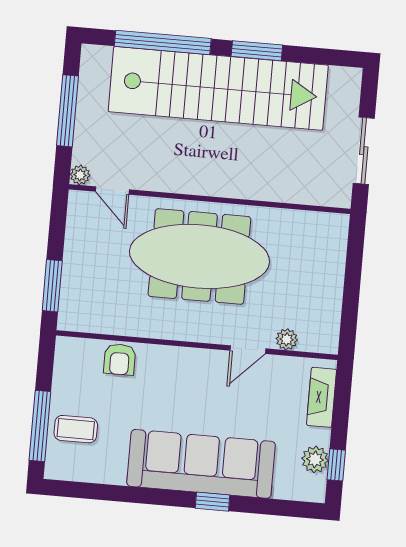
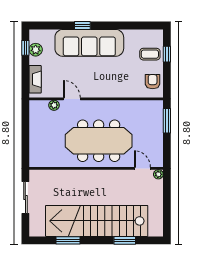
window: (163, 42) -> (125, 240), width x0.47
window: (257, 51) -> (68, 240), moved
window: (68, 111) -> (167, 204), removed
door: (248, 350) -> (72, 99), hinge flipped
armchair: (120, 359) -> (153, 82), moved
window: (40, 426) -> (167, 54), width x0.46

